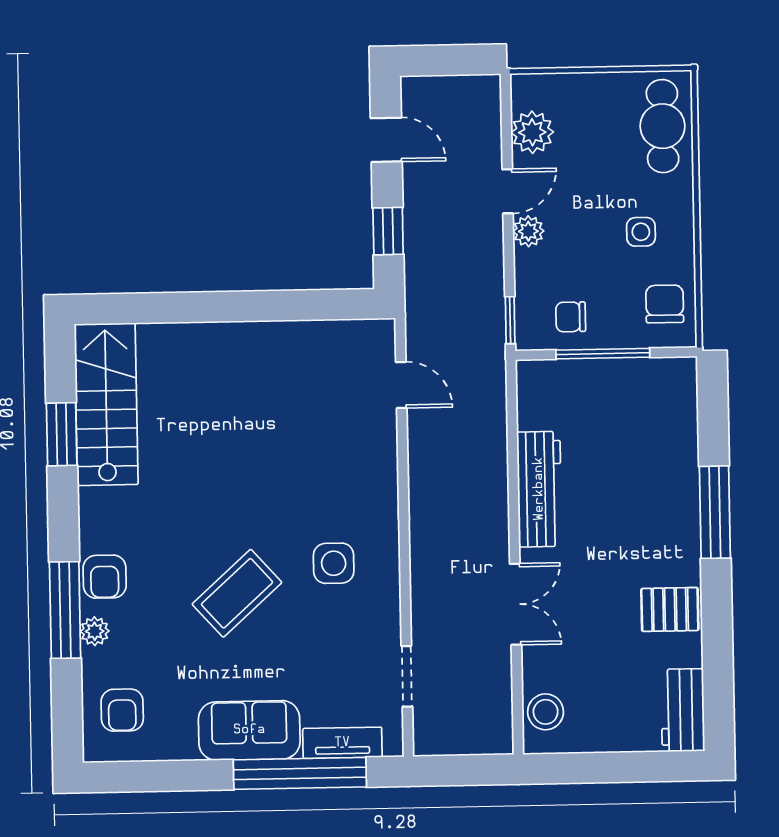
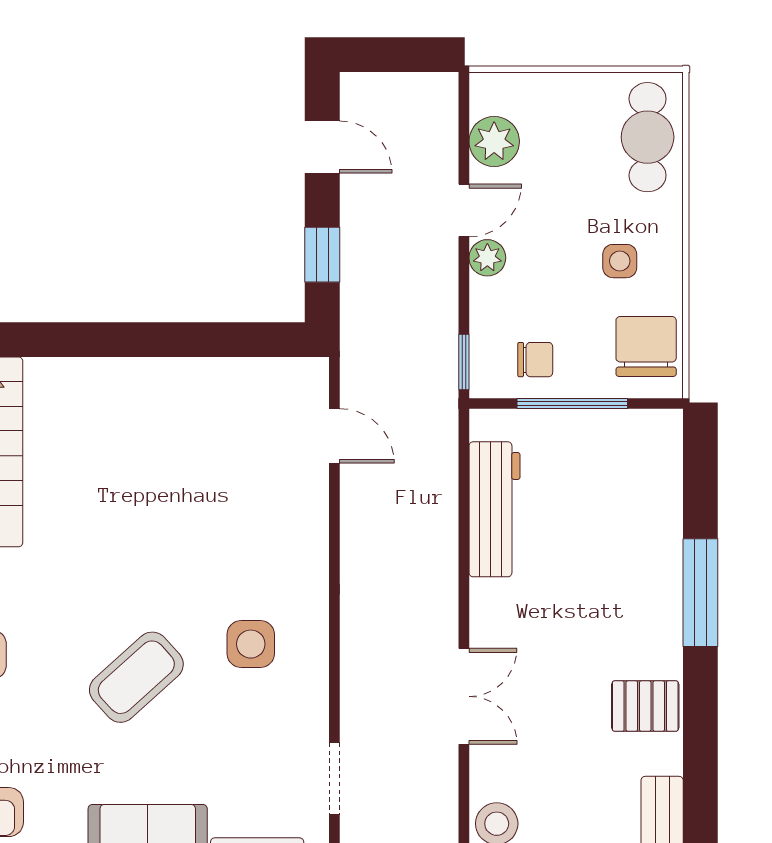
chair: (665, 304) -> (646, 346), width x1.37, depth x1.37
chair: (571, 317) -> (535, 360), turned 180
workbench: (539, 489) -> (494, 509), moved

